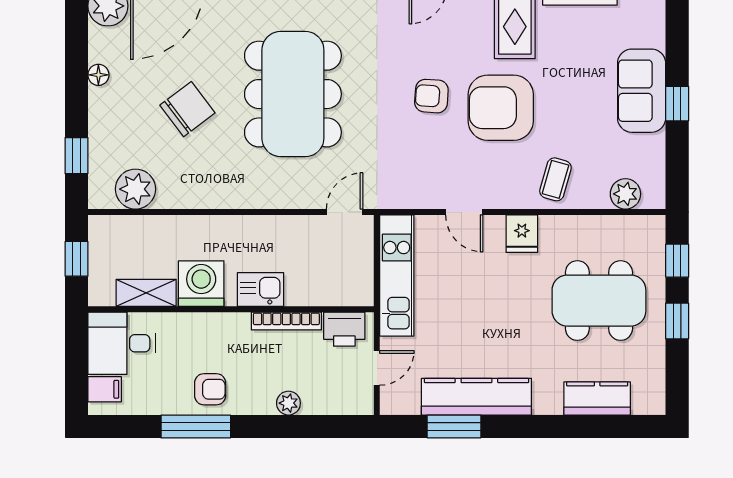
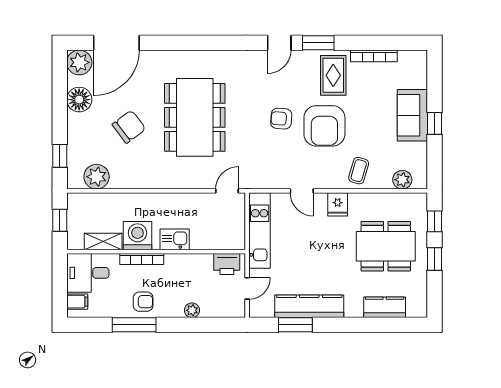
floor lamp: (98, 75) -> (79, 100), width x1.89, depth x1.89
armchair: (501, 108) -> (324, 126), turned -90
bookcase: (286, 321) -> (142, 259), moved

